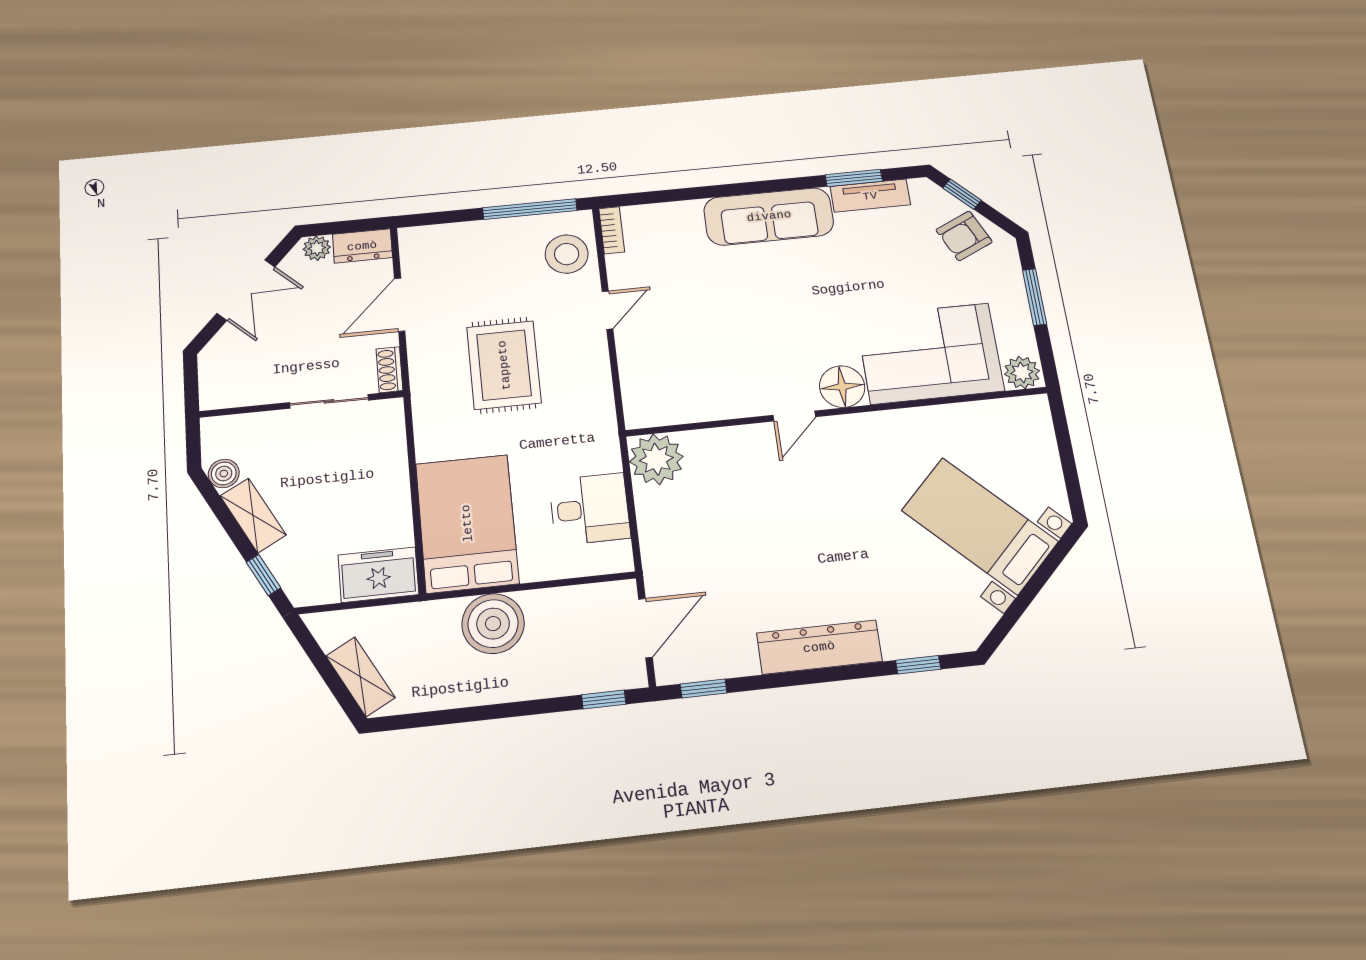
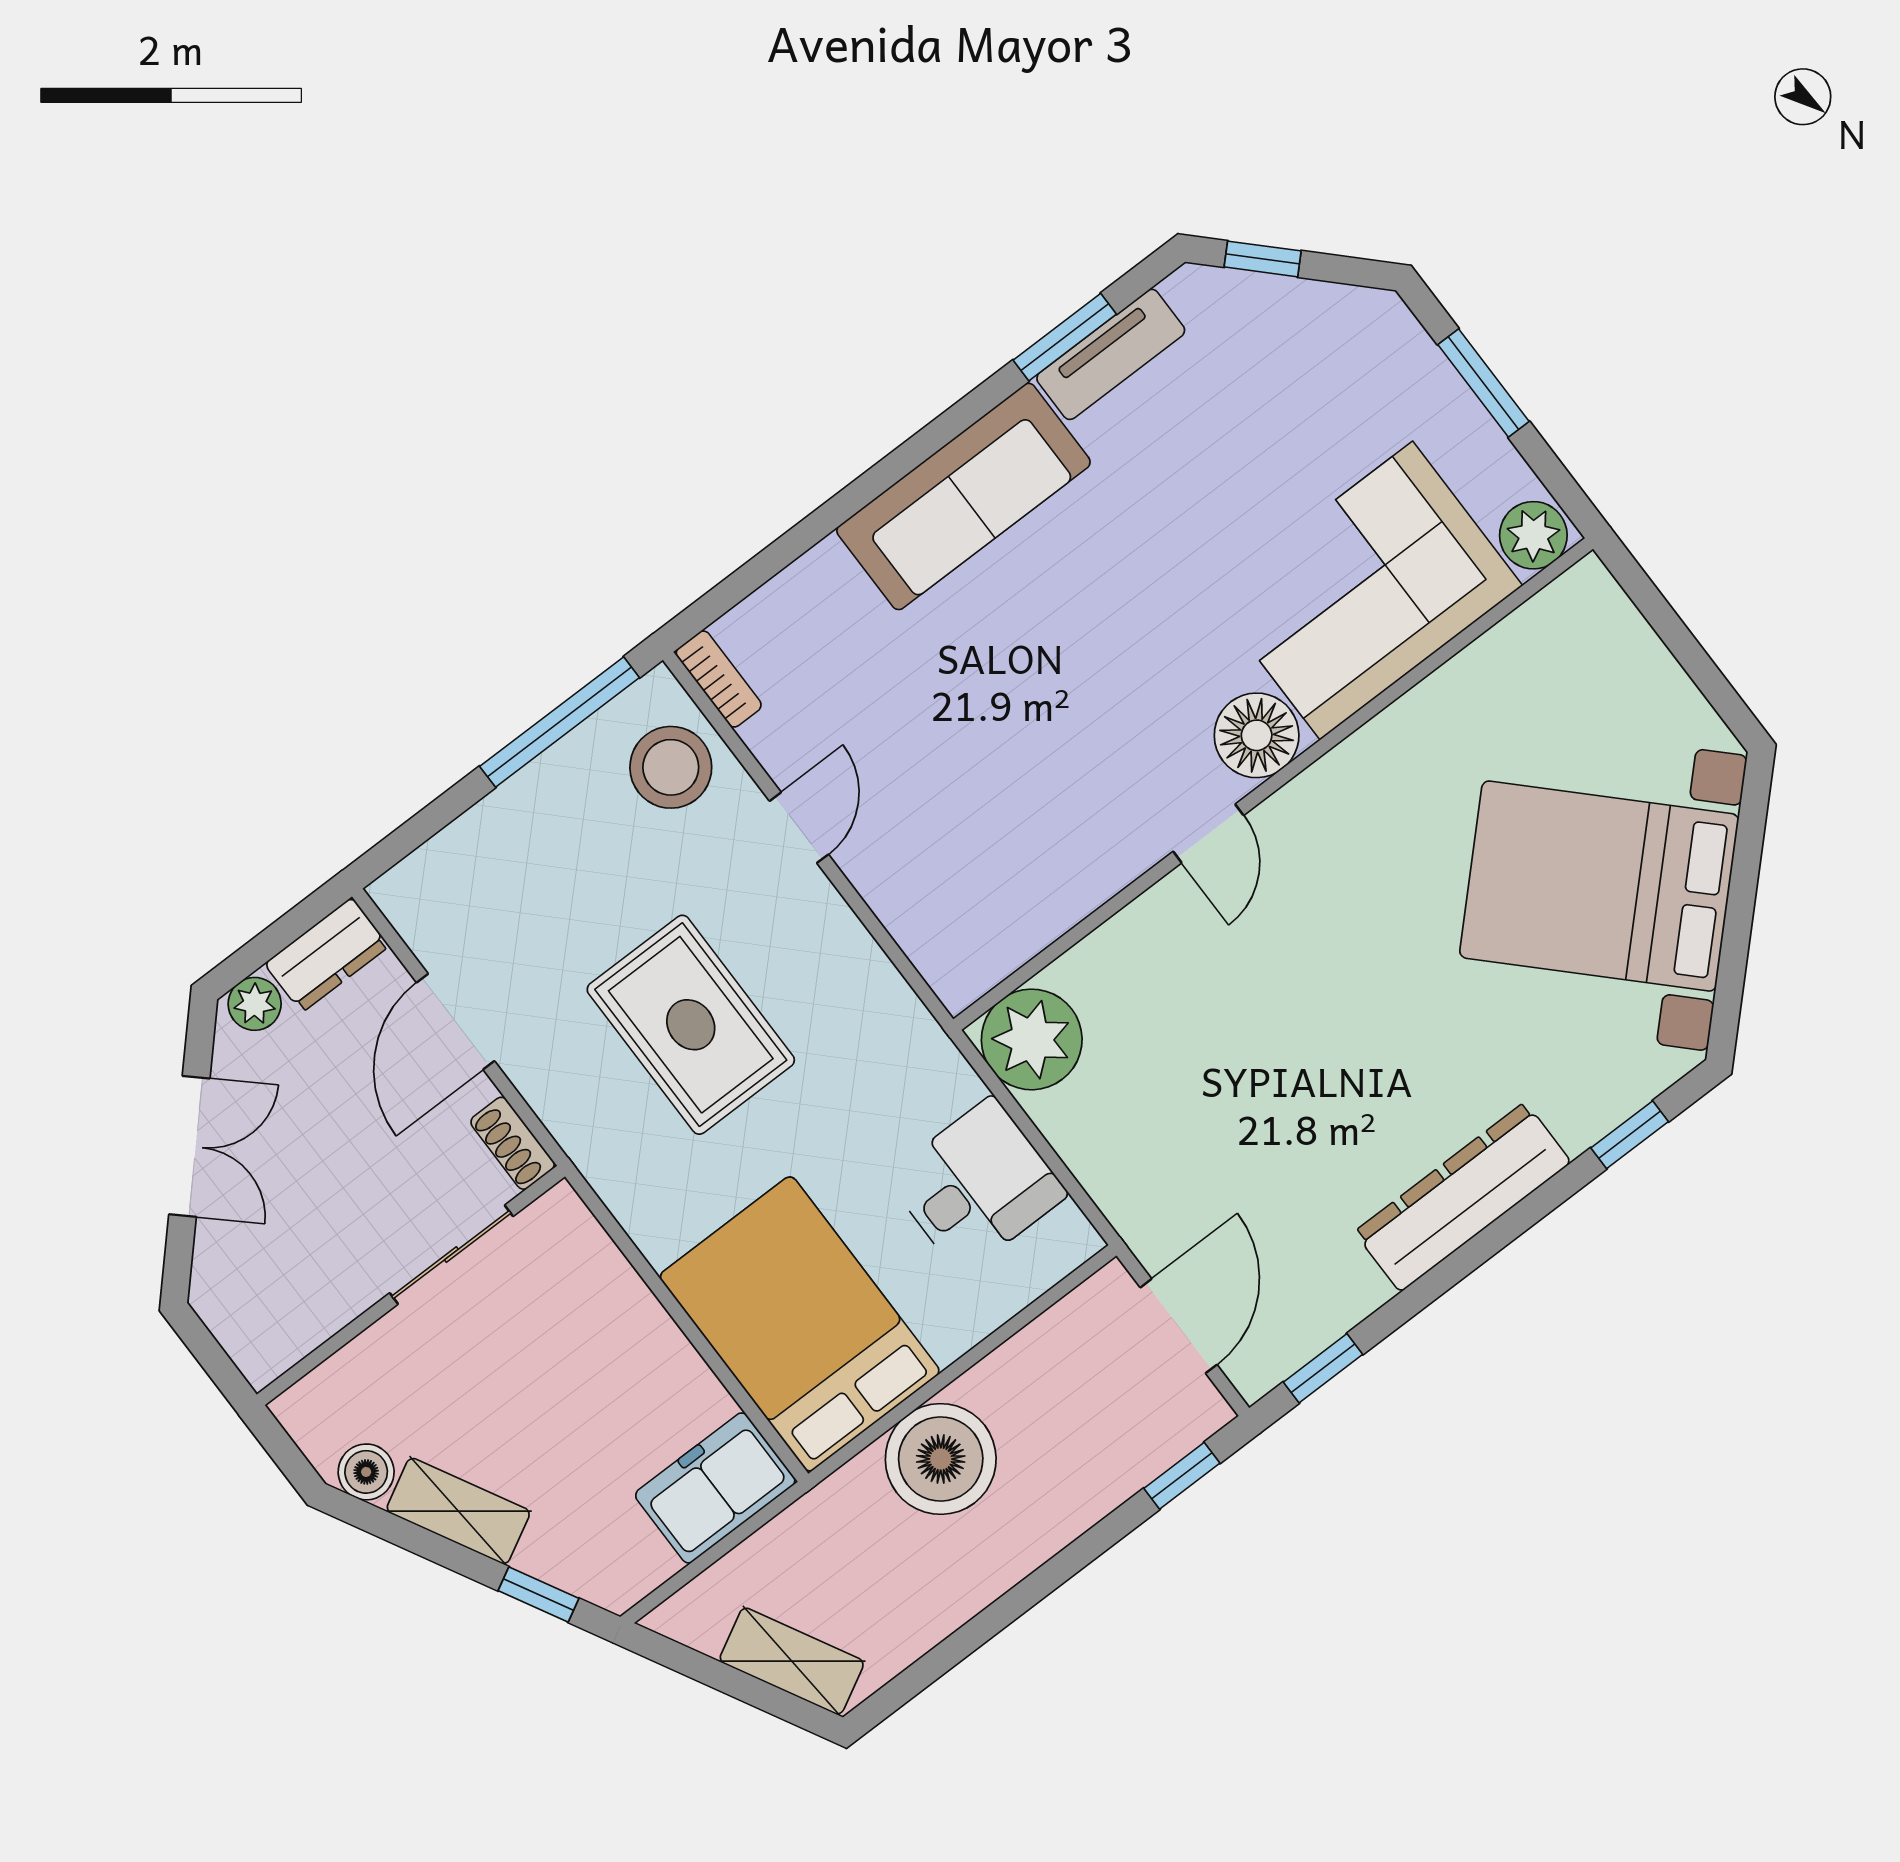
armchair: (964, 236) -> (1308, 337), removed
bed with nightstands: (980, 526) -> (1599, 886), width x1.36

